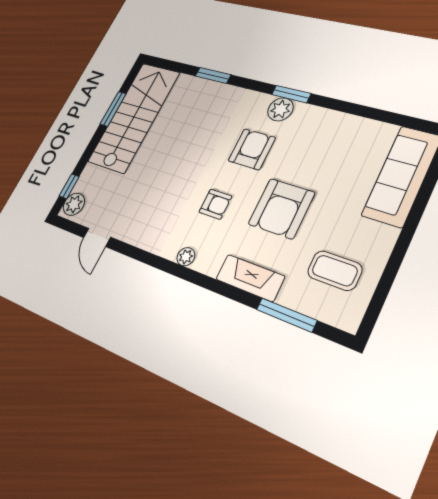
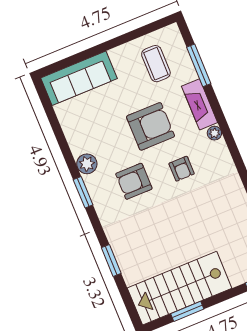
plant: (280, 109) -> (87, 164), moved
armchair: (215, 204) -> (182, 169), turned 180
plant: (186, 257) -> (214, 133), moved

